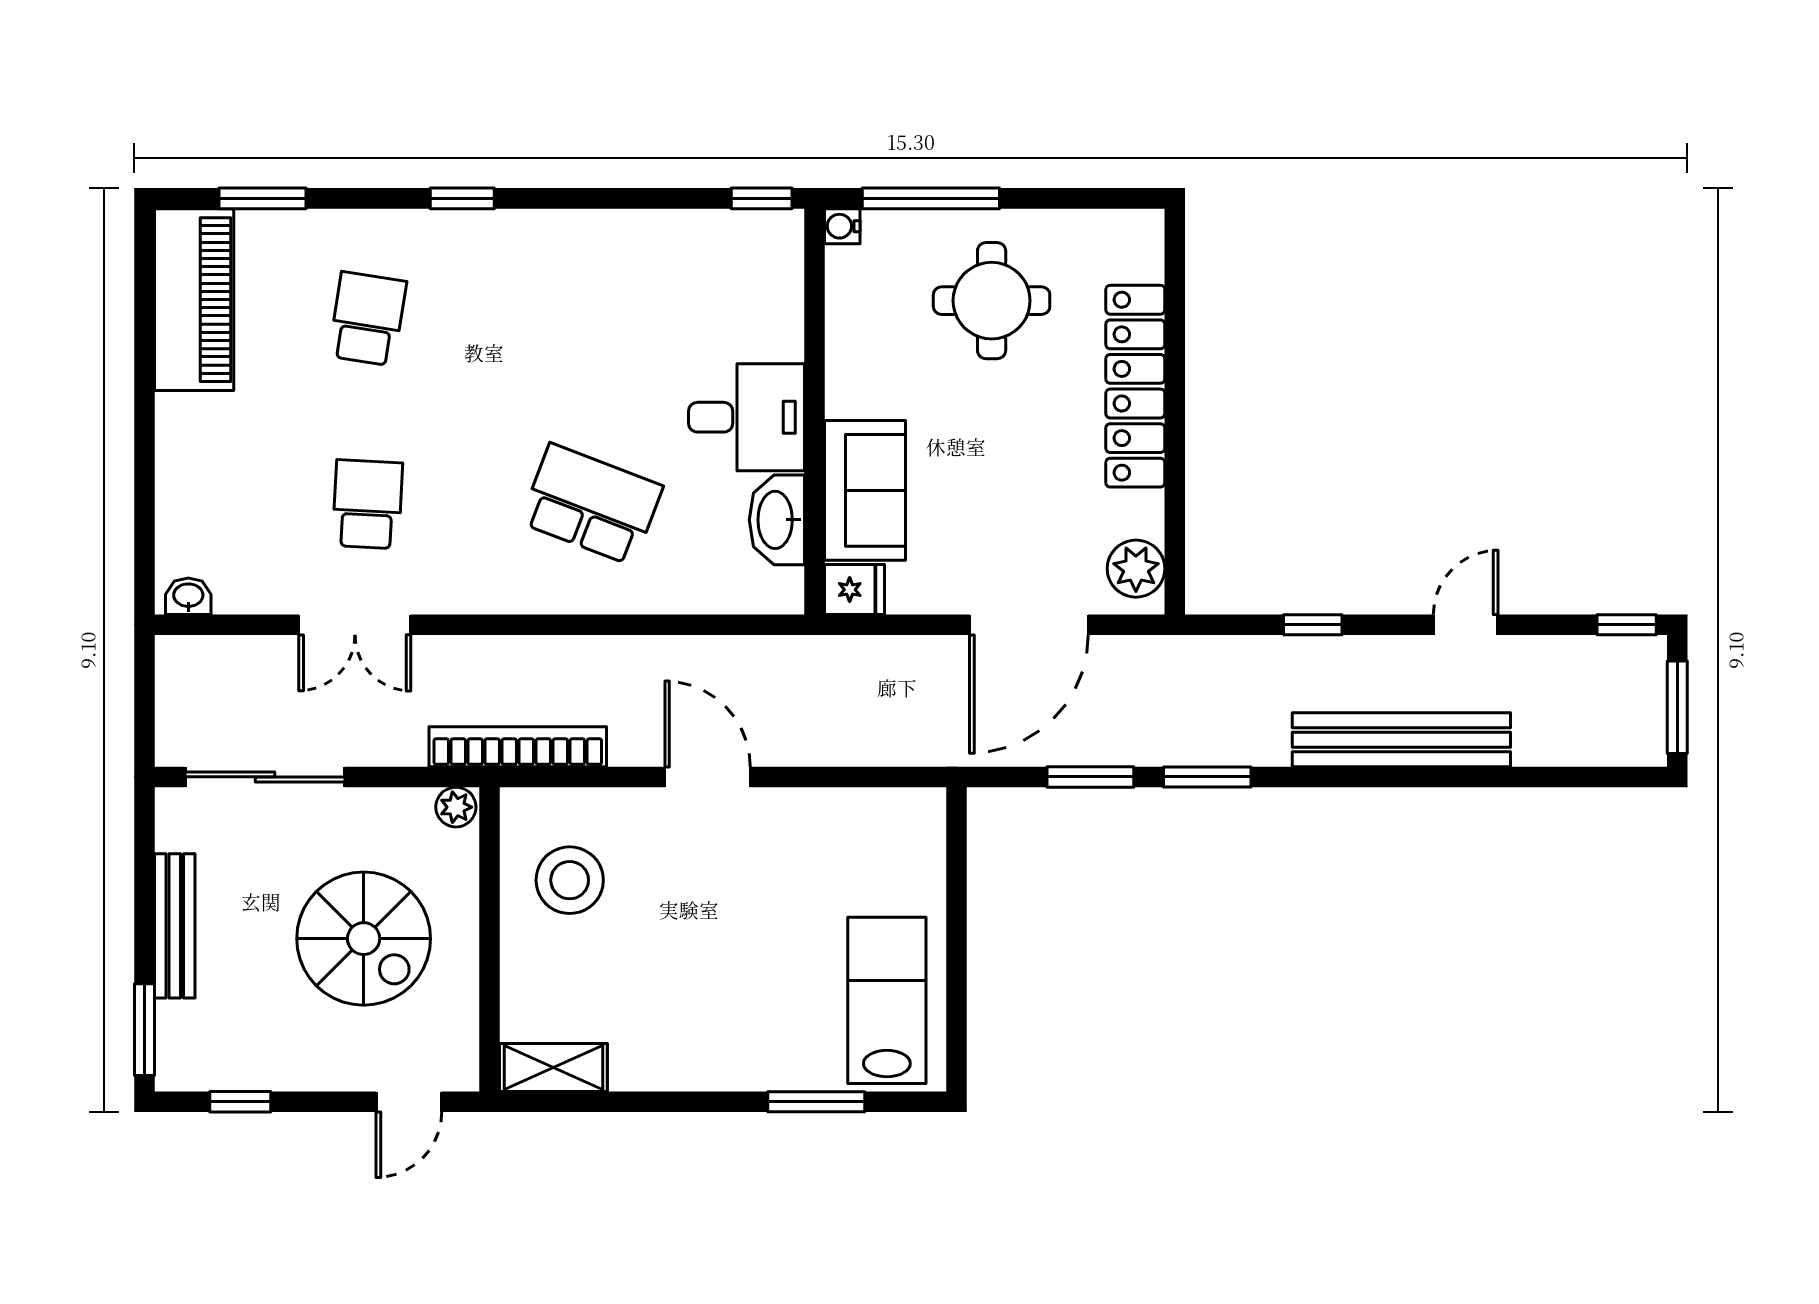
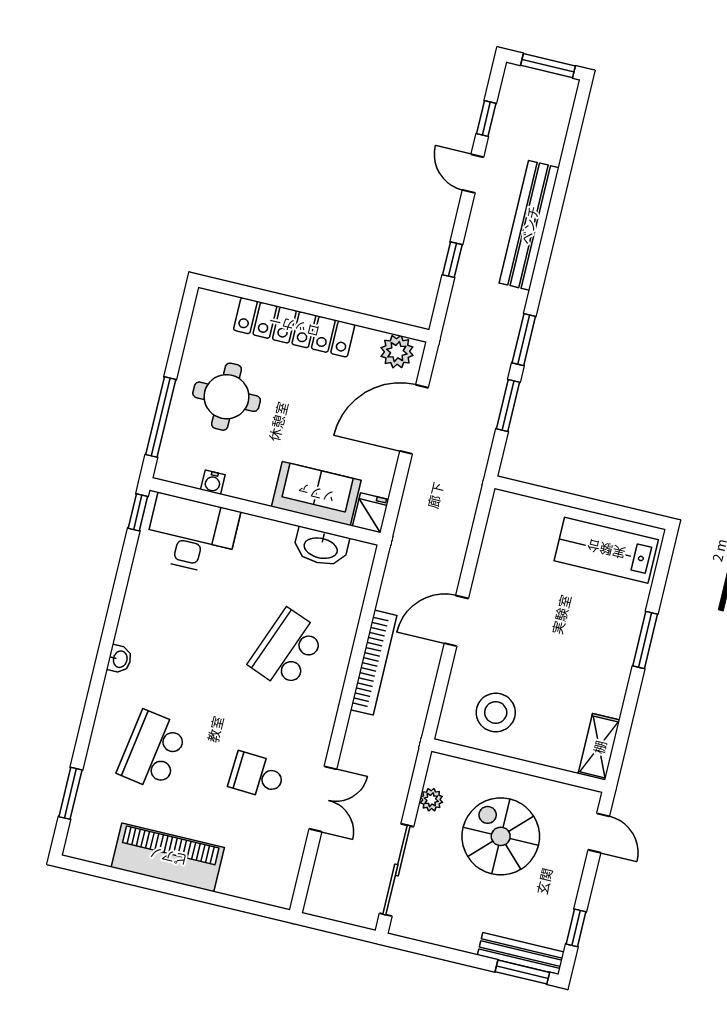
window: (462, 198) -> (97, 681), removed
water cooler: (842, 226) -> (213, 482), moved
piano: (194, 300) -> (168, 857), moved
school desk: (367, 319) -> (152, 750), width x1.85
desk: (746, 417) -> (192, 534), moved, width x1.37
washbasin: (188, 596) -> (120, 659), moved, turned 180
door: (1029, 625) -> (414, 419), swing flipped
window: (1627, 625) -> (486, 118), moved
bookcase: (518, 747) -> (374, 663), moved, turned 180
plant: (456, 807) -> (431, 800), moved
bench: (175, 926) -> (521, 954), moved
spiral stairs: (364, 939) -> (501, 836), turned -90
window: (816, 1102) -> (645, 640), moved

